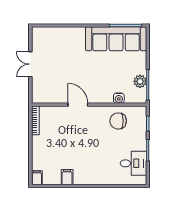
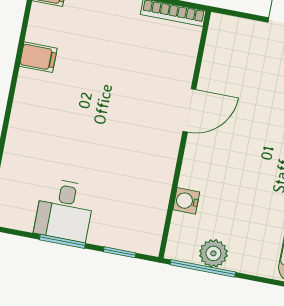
chair: (118, 121) -> (138, 190), removed
desk: (133, 163) -> (65, 210), moved

